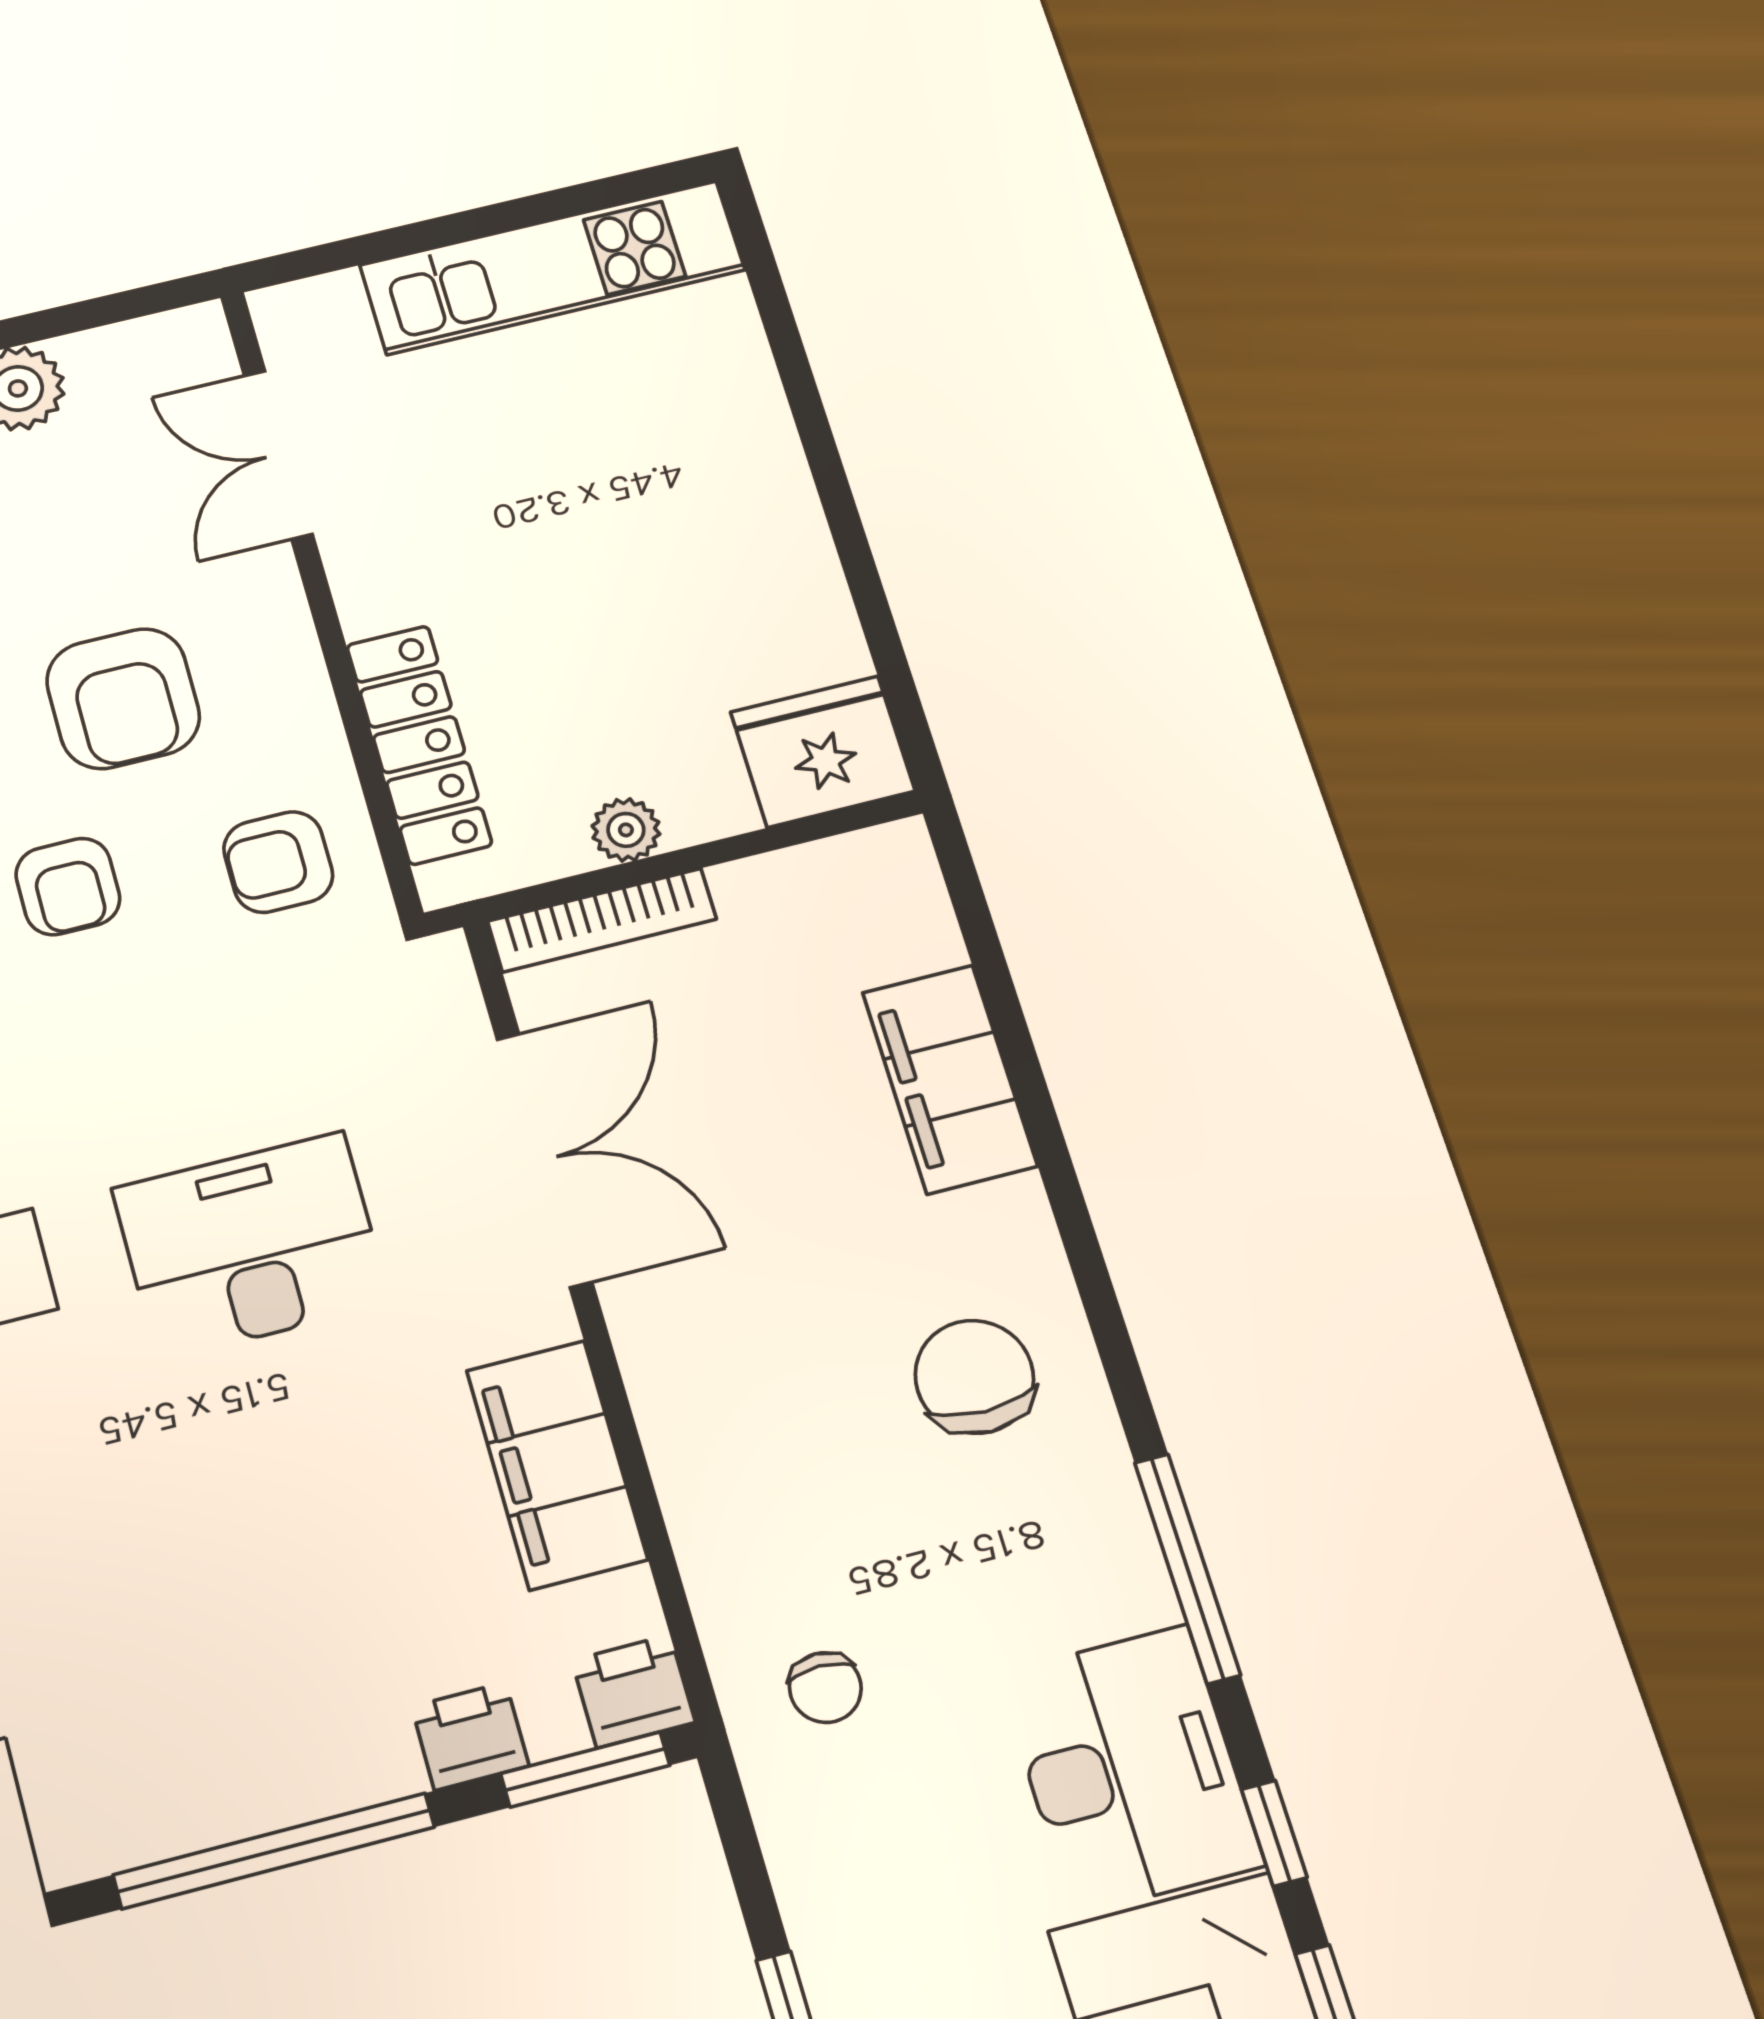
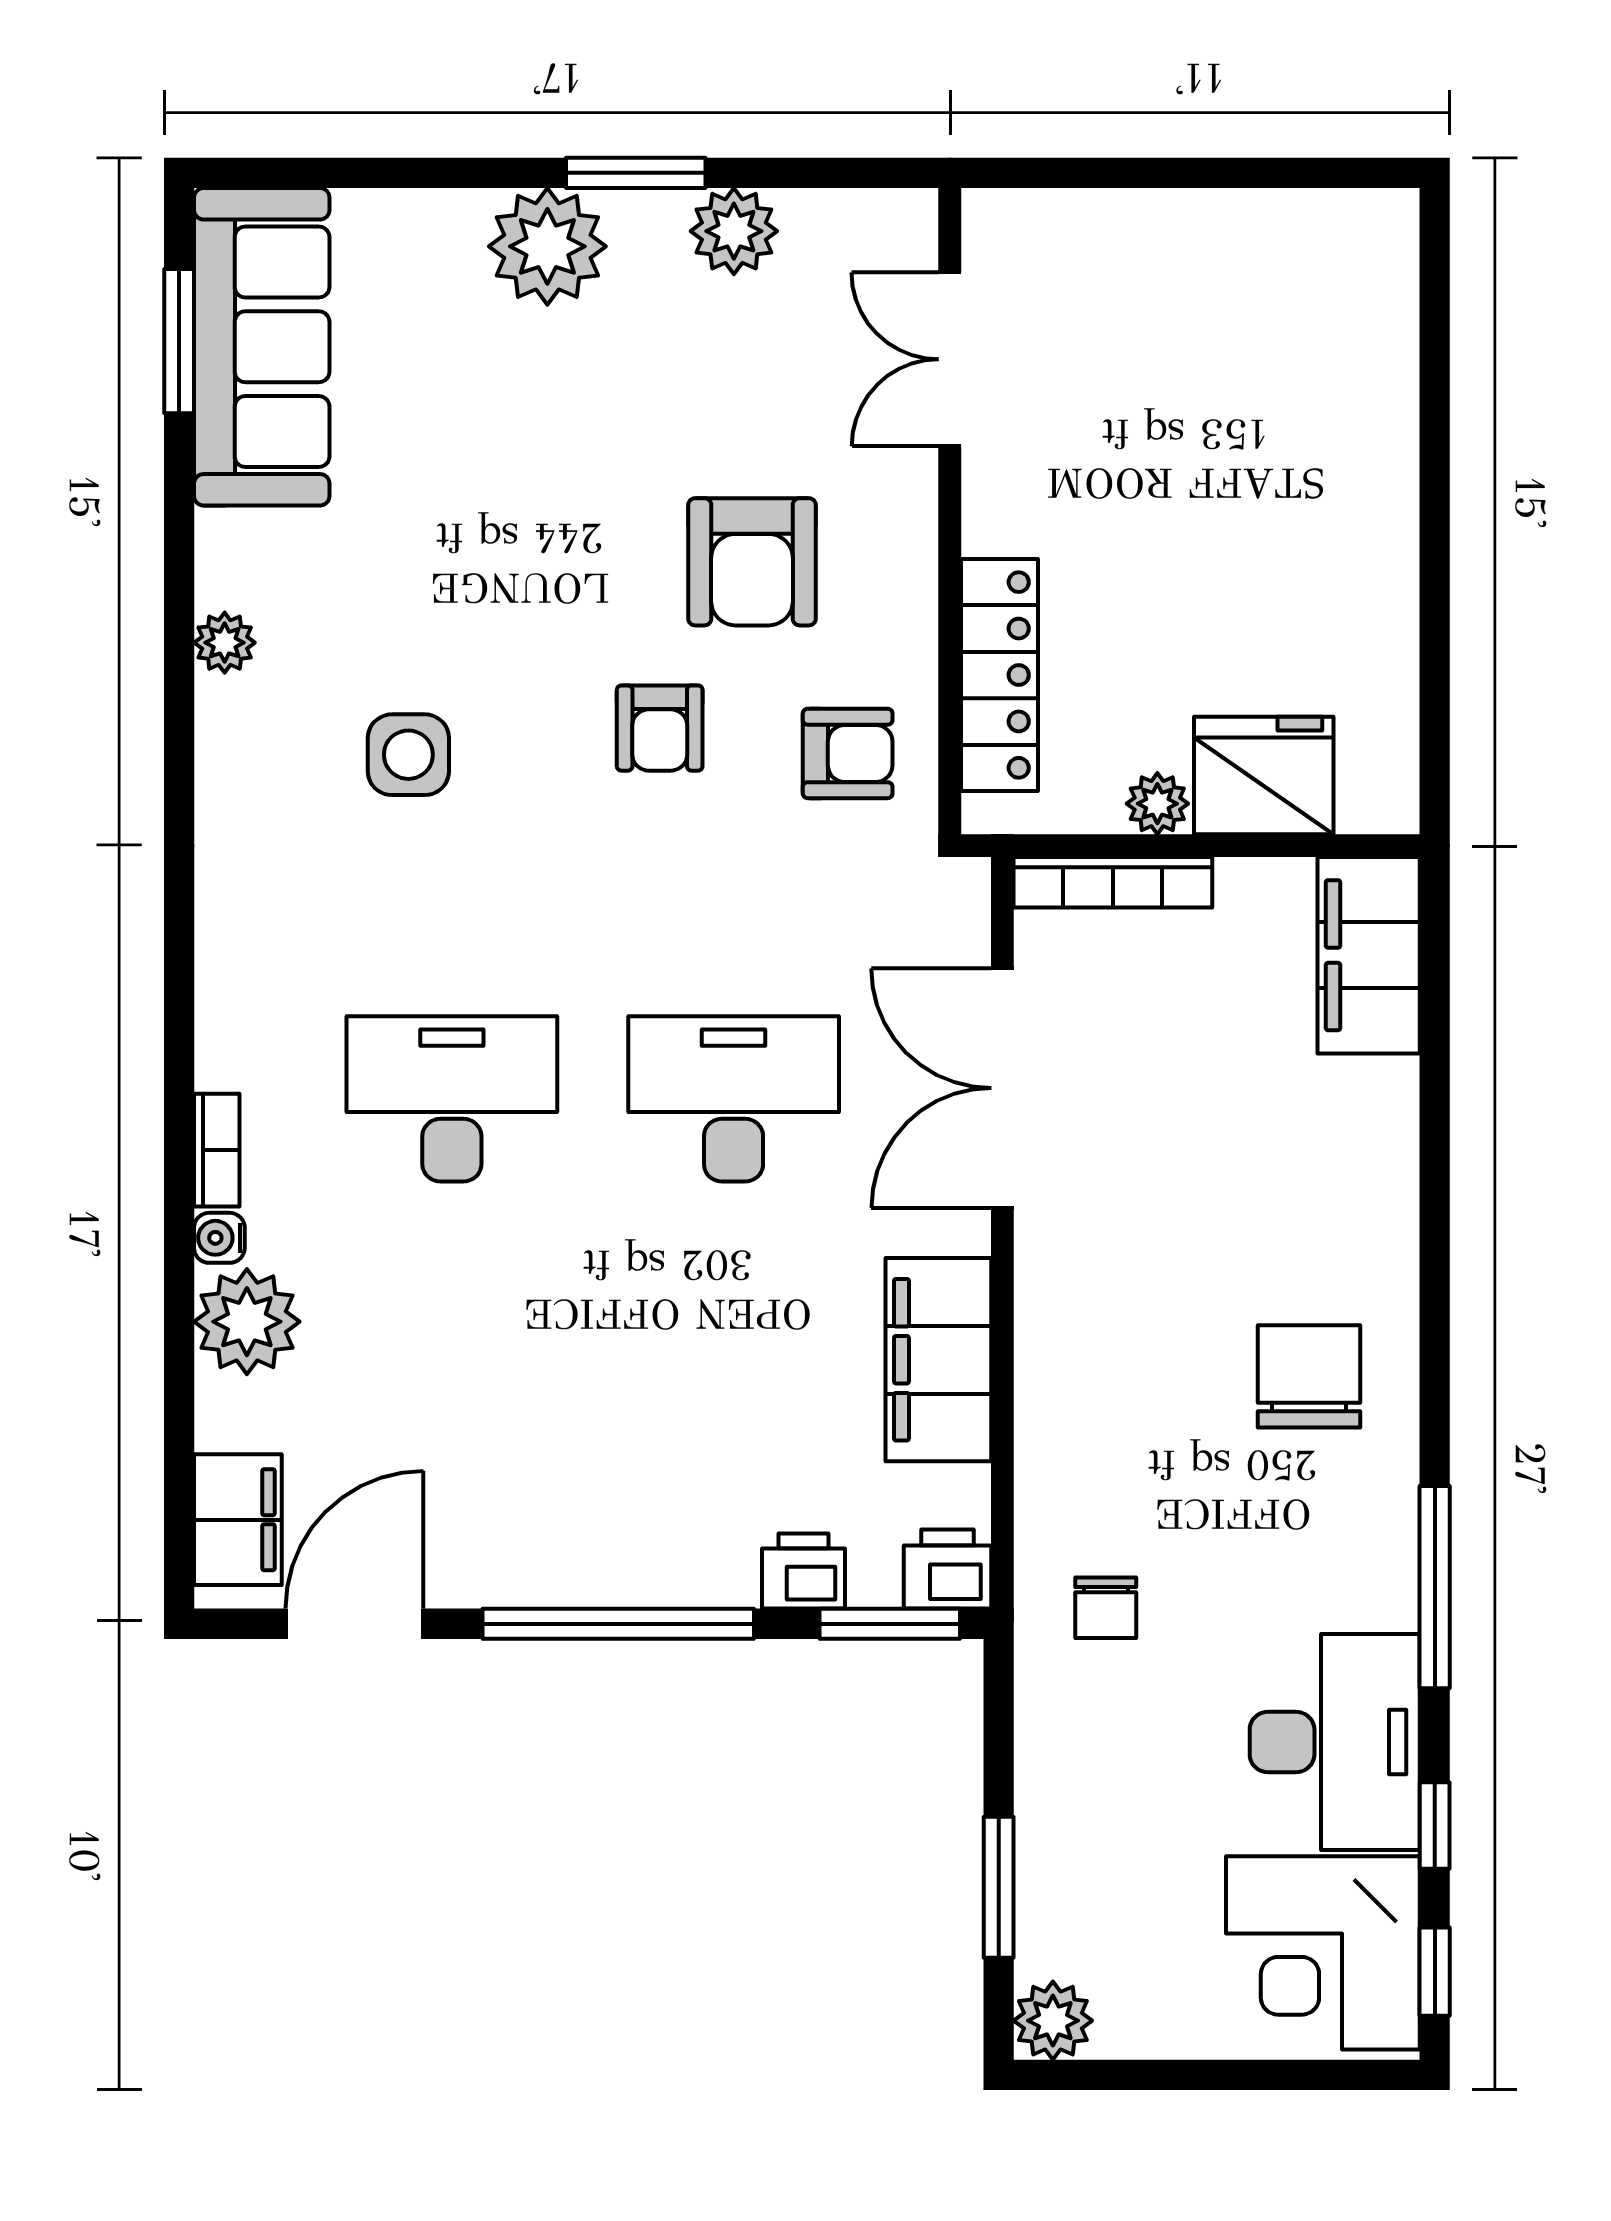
kitchen unit: (552, 267) -> (1246, 237), removed
fridge: (823, 752) -> (1264, 775), moved
armchair: (278, 862) -> (848, 753), turned 180
filing cabinet: (950, 1079) -> (1369, 955), moved
double door: (544, 1160) -> (1002, 1088), swing flipped

